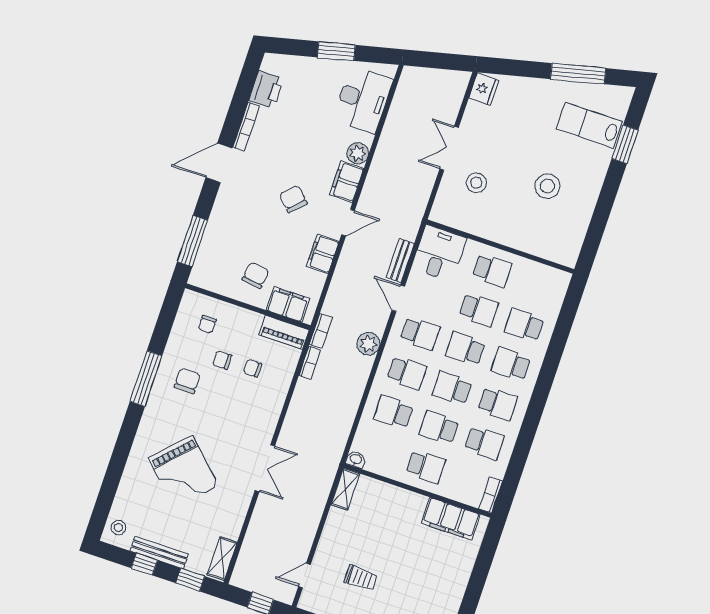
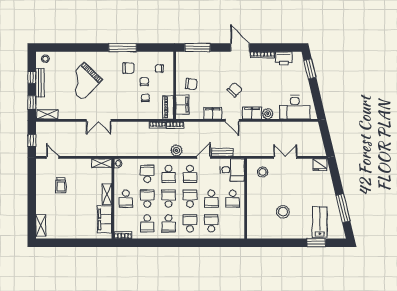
window: (336, 51) -> (310, 69), moved
stool: (476, 183) -> (263, 172), moved
shelving: (406, 499) -> (107, 194), added

